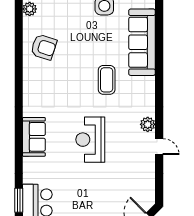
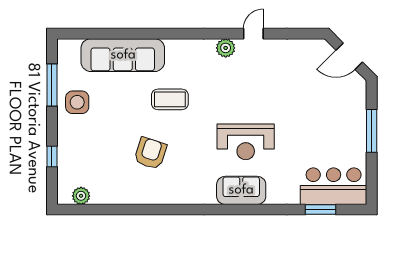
armchair: (44, 47) -> (150, 153), moved
reception desk: (90, 140) -> (246, 142), moved

